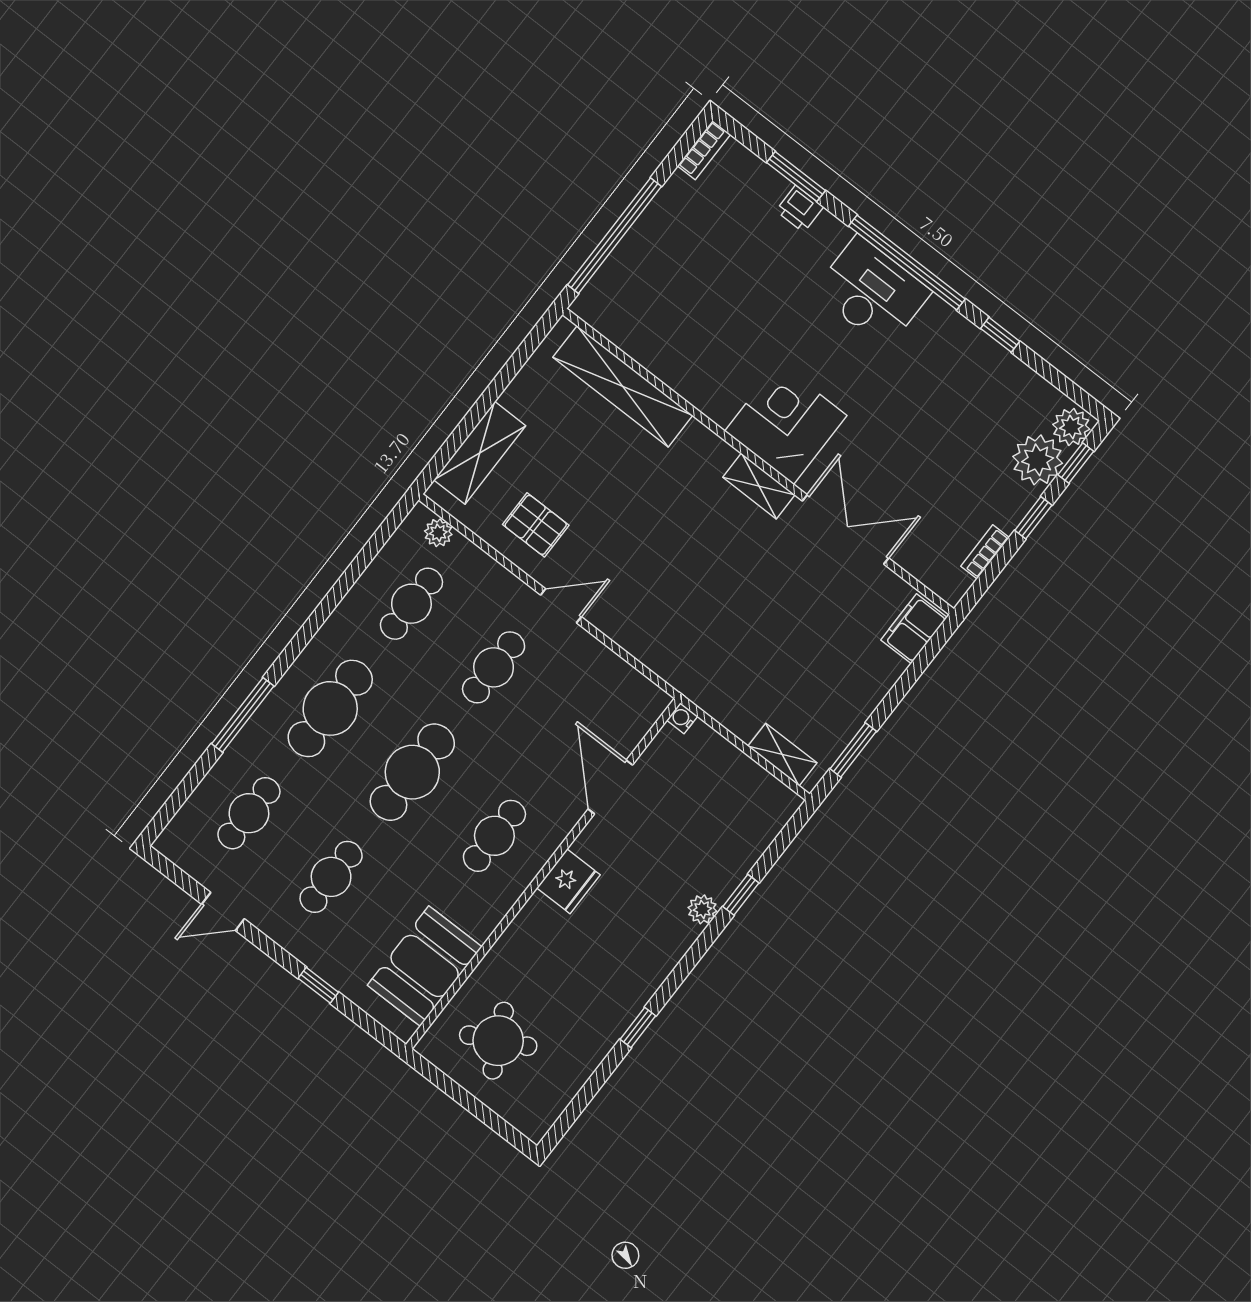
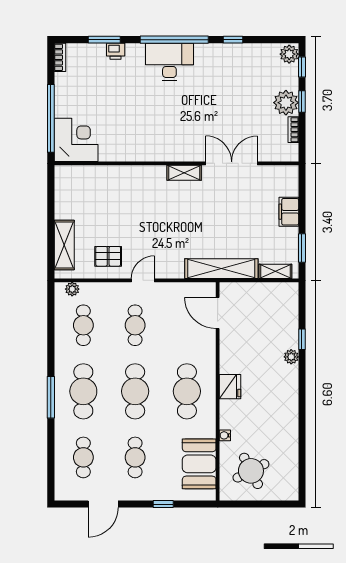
shelving: (623, 386) -> (221, 269), moved
corner desk: (786, 423) -> (76, 140), moved, turned 90
plant: (1038, 460) -> (286, 103), moved
filing cabinet: (914, 629) -> (289, 212), moved
window: (243, 715) -> (51, 397), moved
water cooler: (682, 718) -> (225, 435), moved
door: (610, 787) -> (218, 313), moved
cafe table: (494, 836) -> (187, 391), width x1.37, depth x1.35
door: (223, 911) -> (103, 504), width x1.38
window: (638, 1028) -> (302, 423), removed

